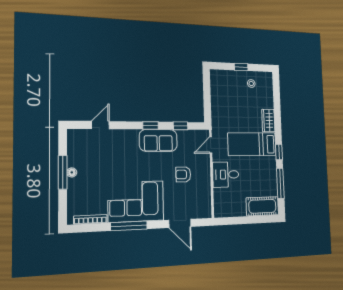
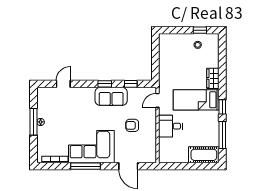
window: (241, 67) -> (200, 30), moved

